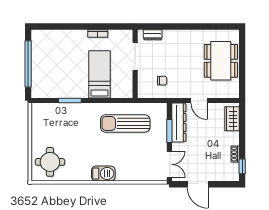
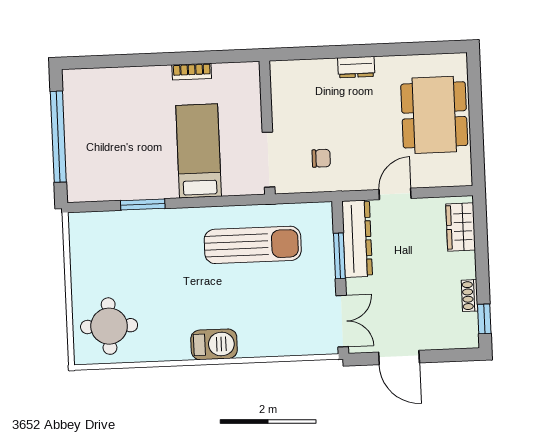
dresser: (153, 35) -> (356, 67), moved
doorway: (135, 56) -> (268, 160), moved
door: (199, 100) -> (395, 194), swing flipped
sun lounger: (125, 123) -> (253, 245), turned 180

